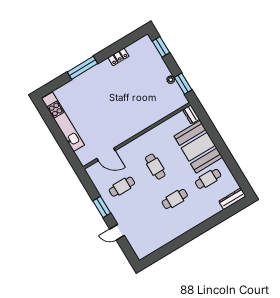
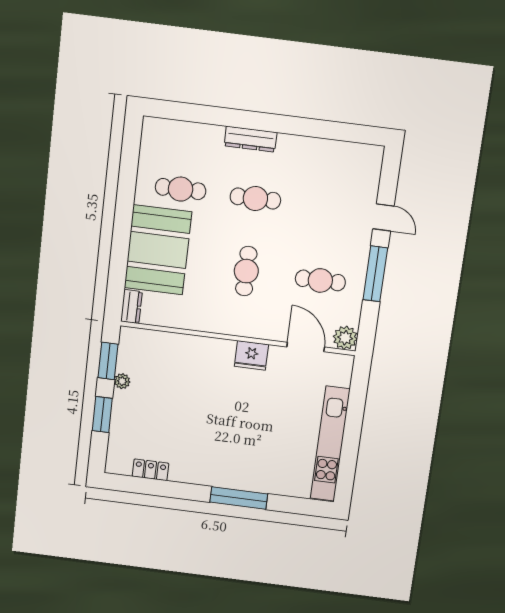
window: (161, 47) -> (102, 415), moved
locker: (119, 57) -> (150, 470), moved
fridge: (125, 133) -> (251, 355), added
plant: (93, 171) -> (345, 338), added
dresser: (232, 199) -> (251, 139), moved
window: (102, 207) -> (375, 274), width x1.44

